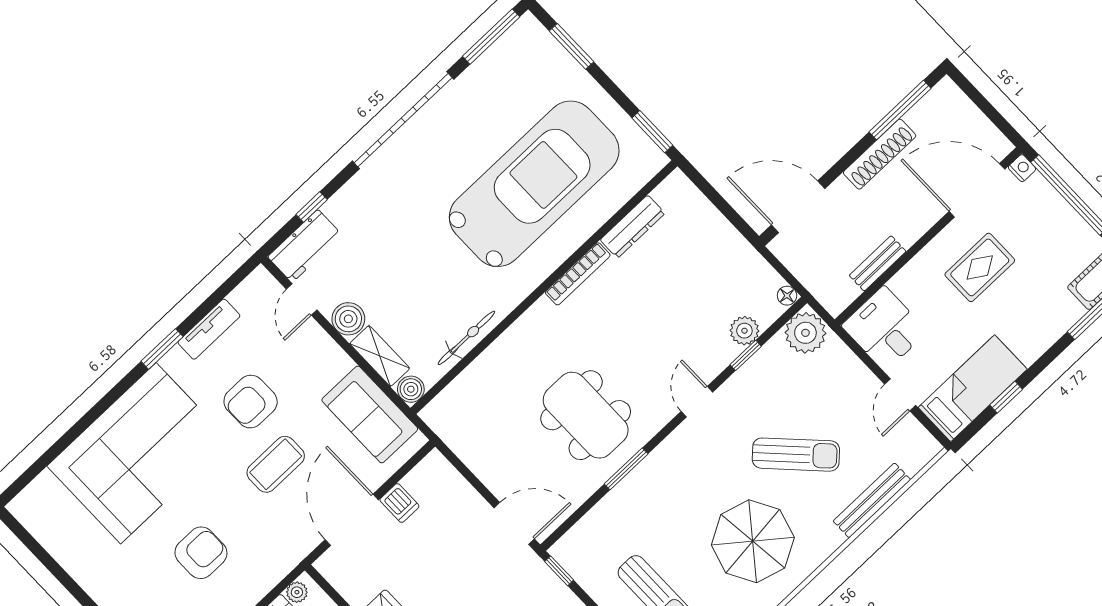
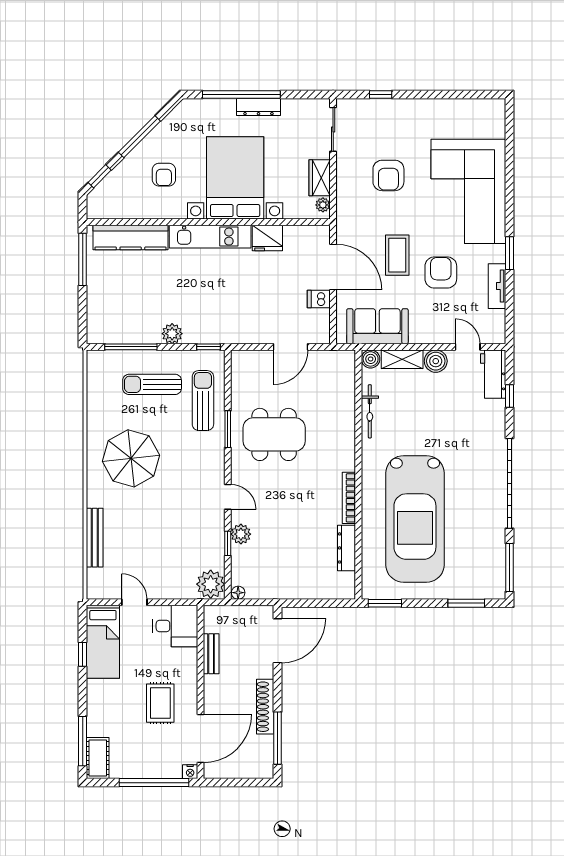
plant: (744, 331) -> (241, 534), moved
sun lounger: (796, 455) -> (203, 401), moved, turned 134
door: (514, 523) -> (290, 347), moved

